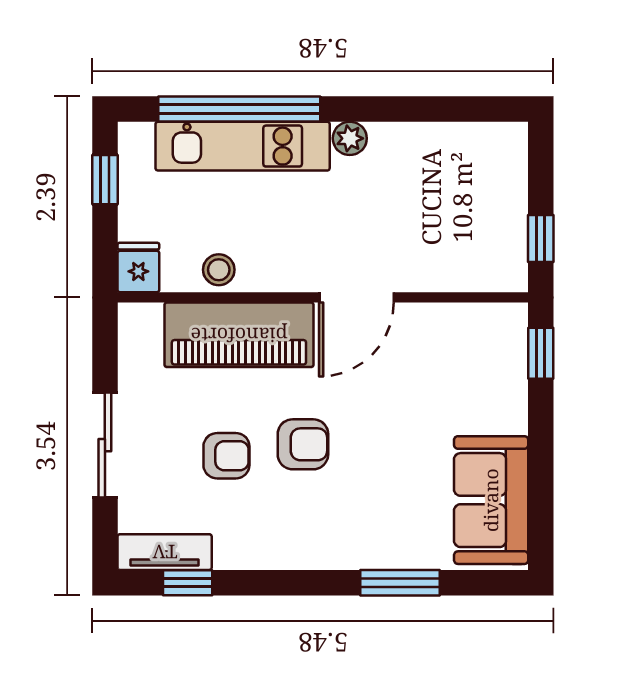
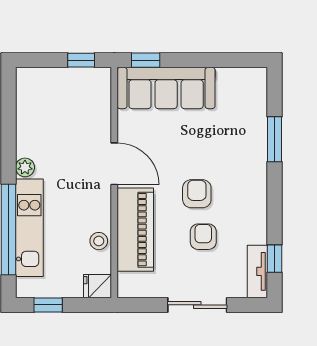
sofa: (491, 500) -> (166, 88), moved, width x1.36

